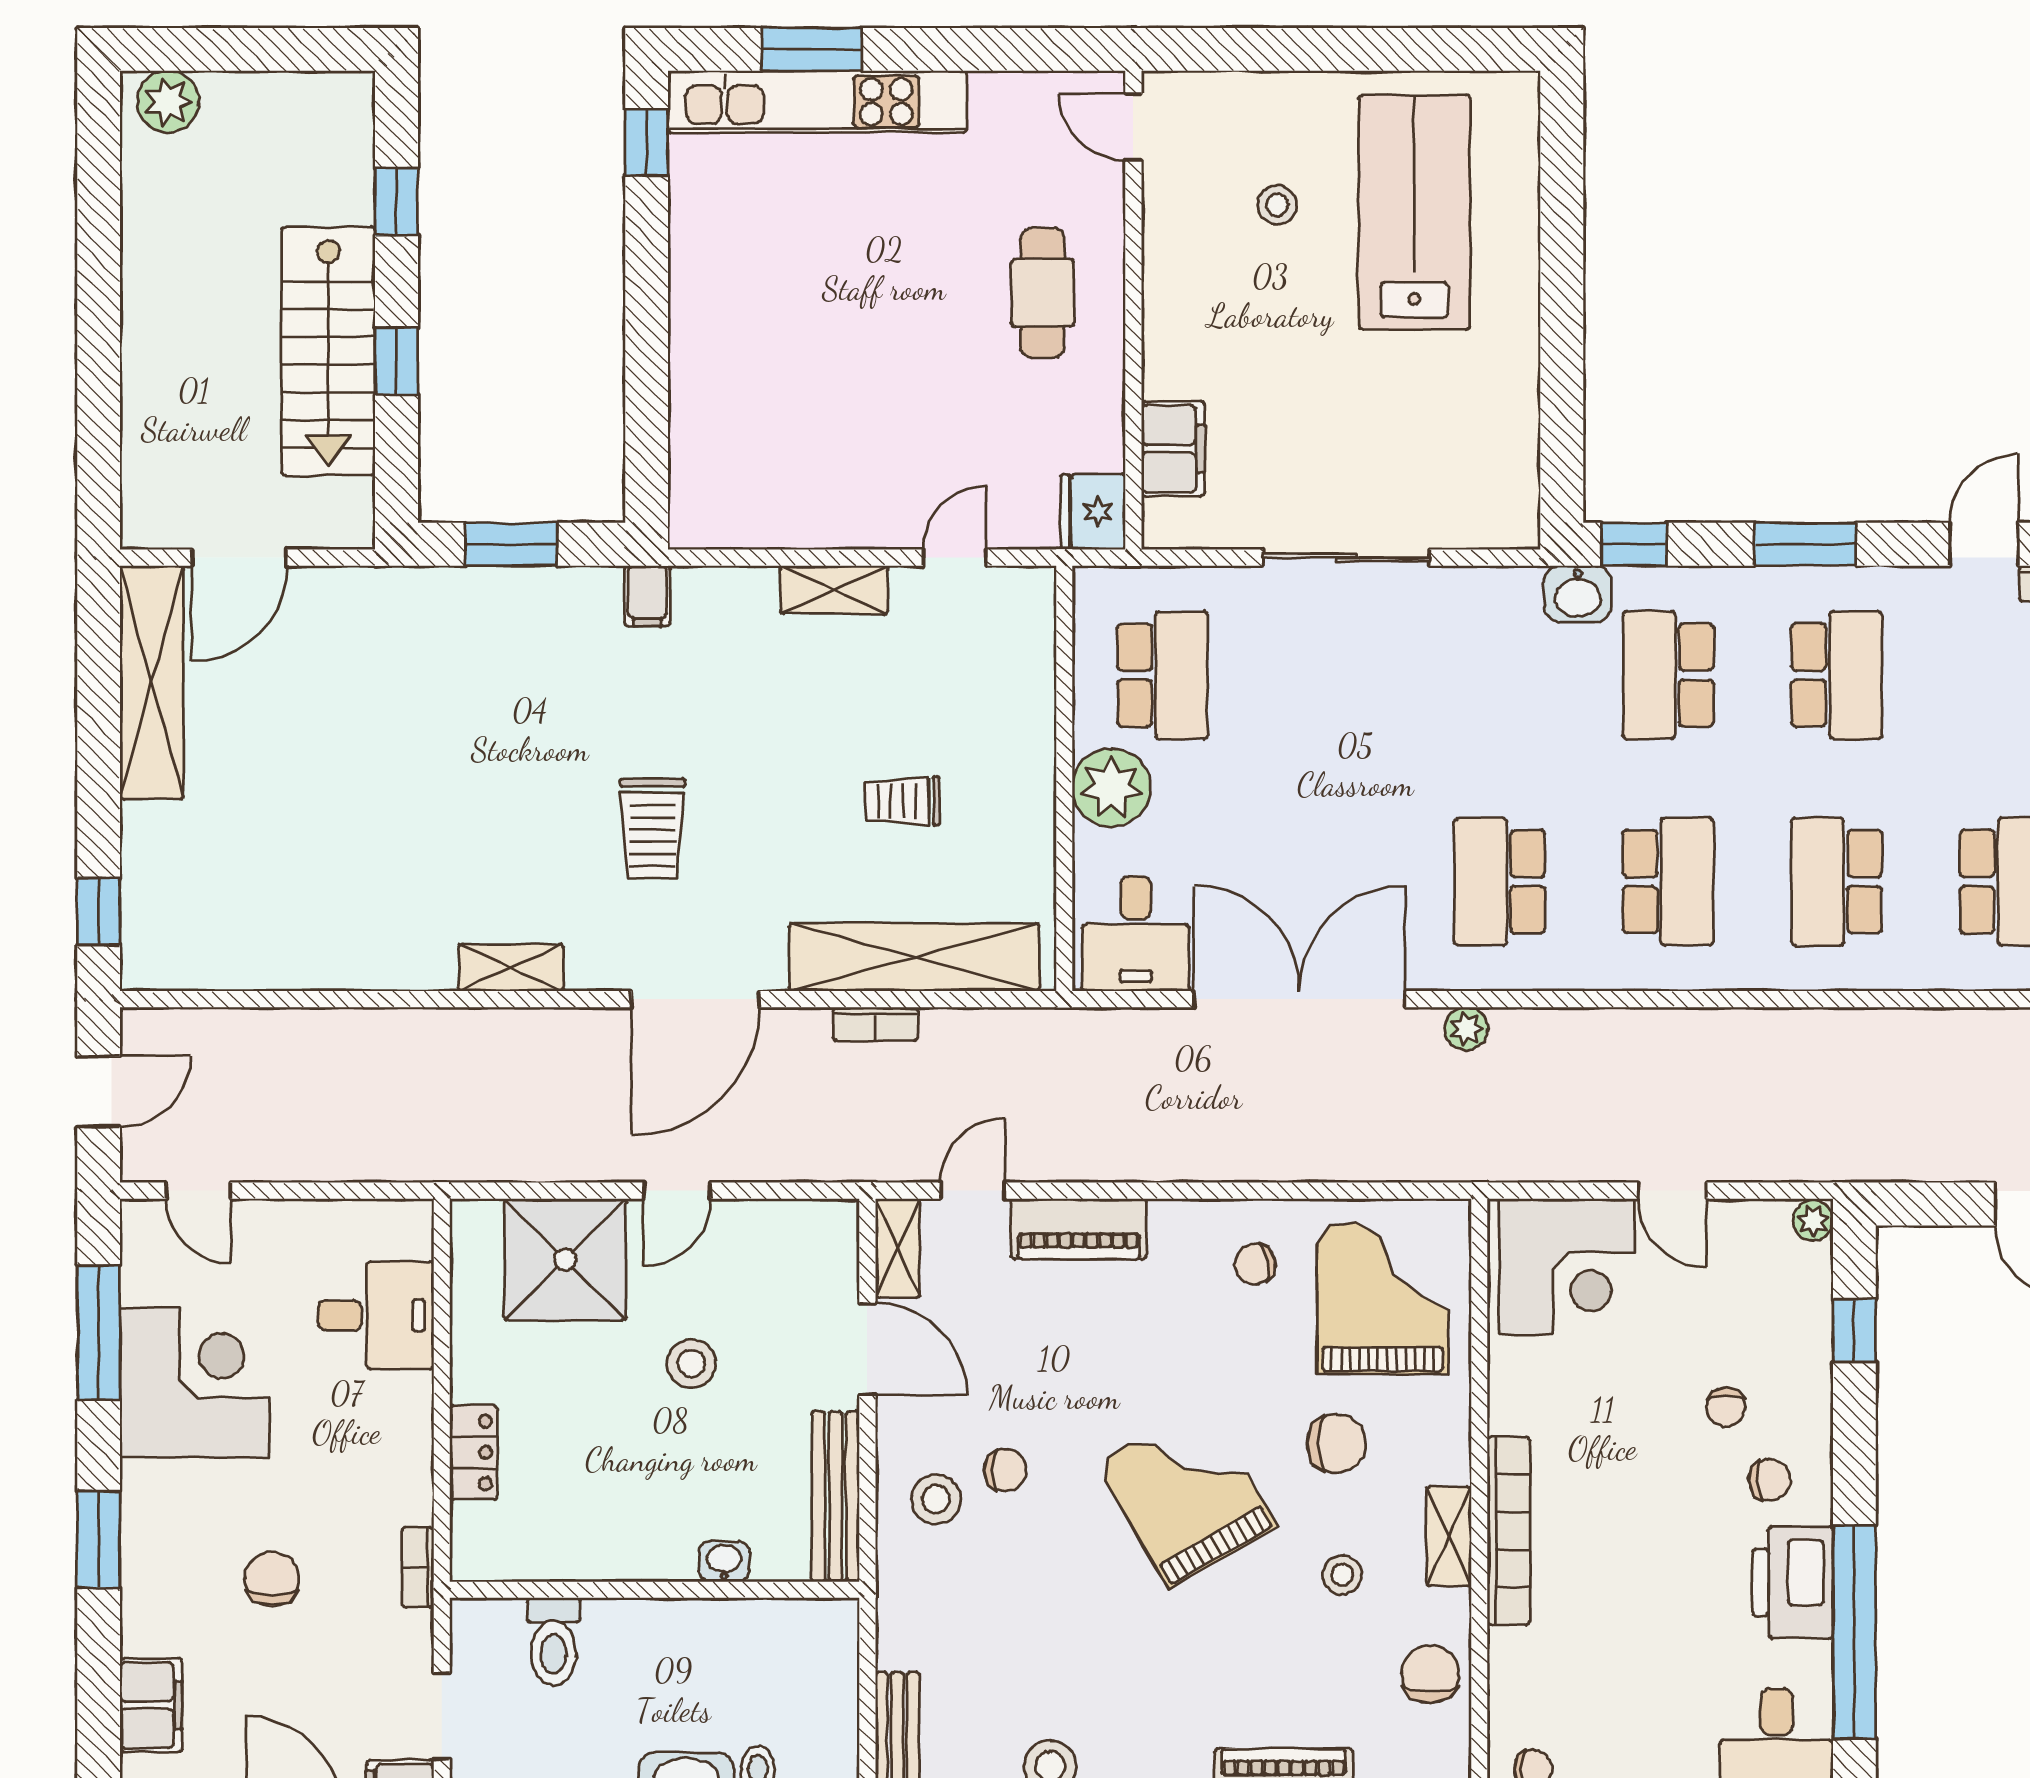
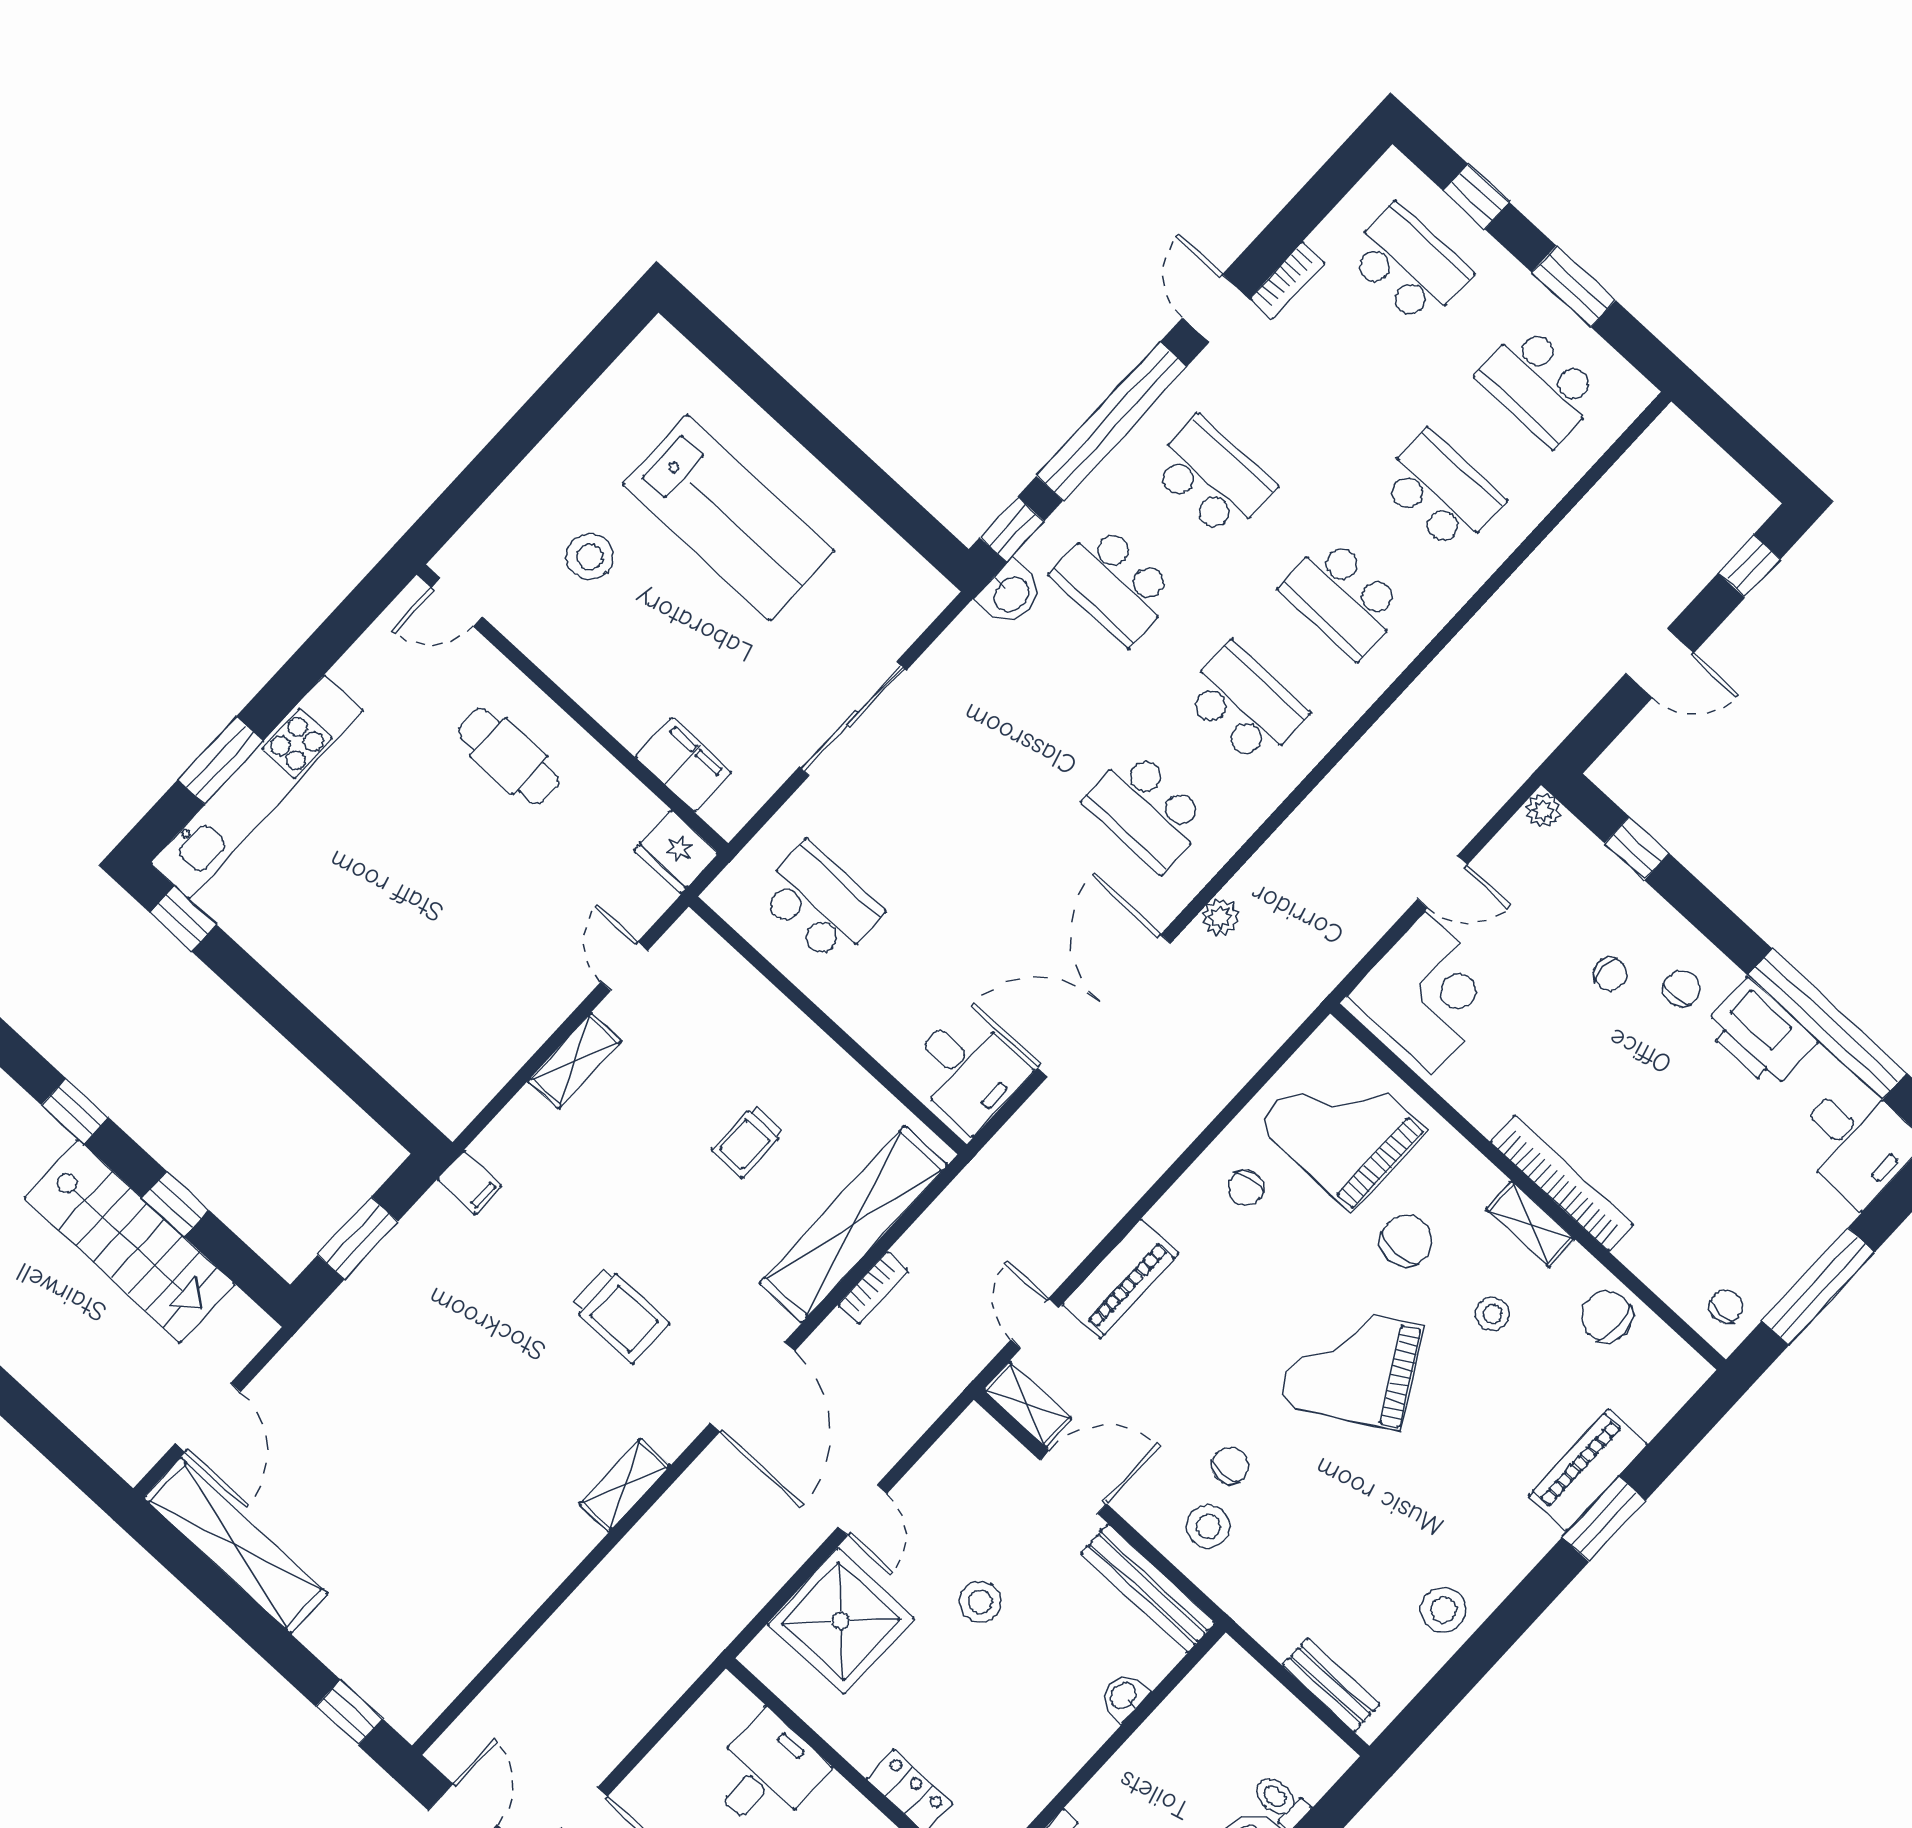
stool: (1277, 205) -> (590, 557), width x1.37, depth x1.37
lab bench: (1414, 212) -> (728, 518), moved, turned 180
window: (1805, 544) -> (1112, 421), width x2.11
plant: (1111, 788) -> (861, 1001), removed

